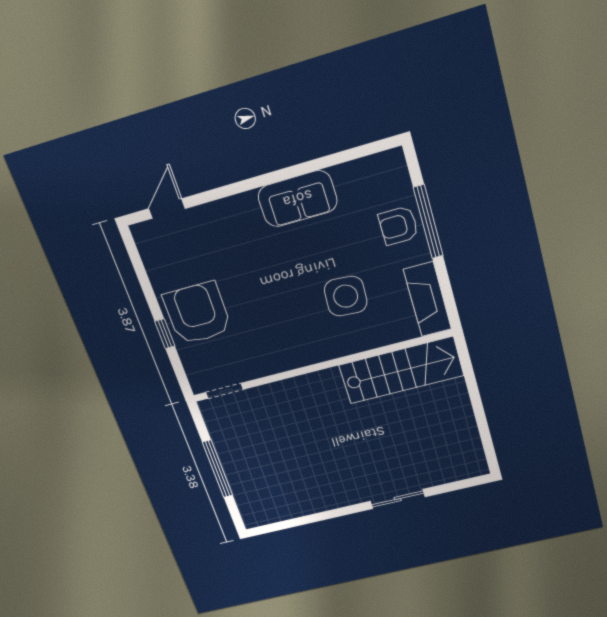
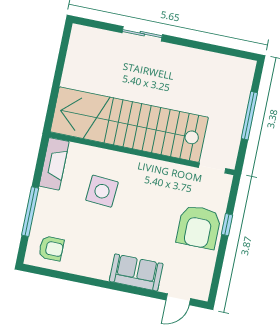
sofa: (298, 199) -> (136, 272), moved
armchair: (398, 226) -> (51, 248), moved
stairs: (401, 370) -> (129, 125), width x1.86, depth x1.51

